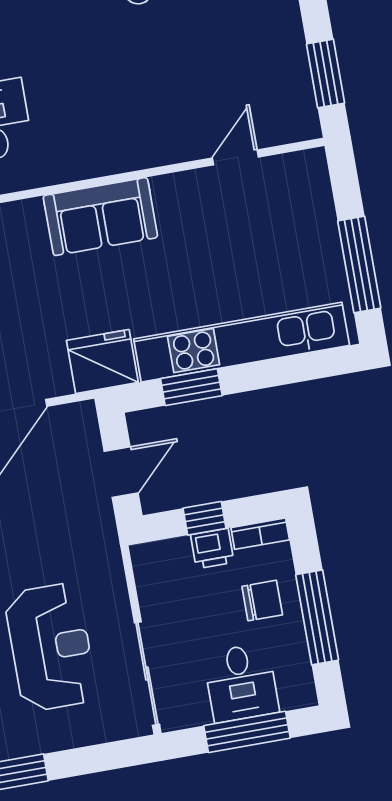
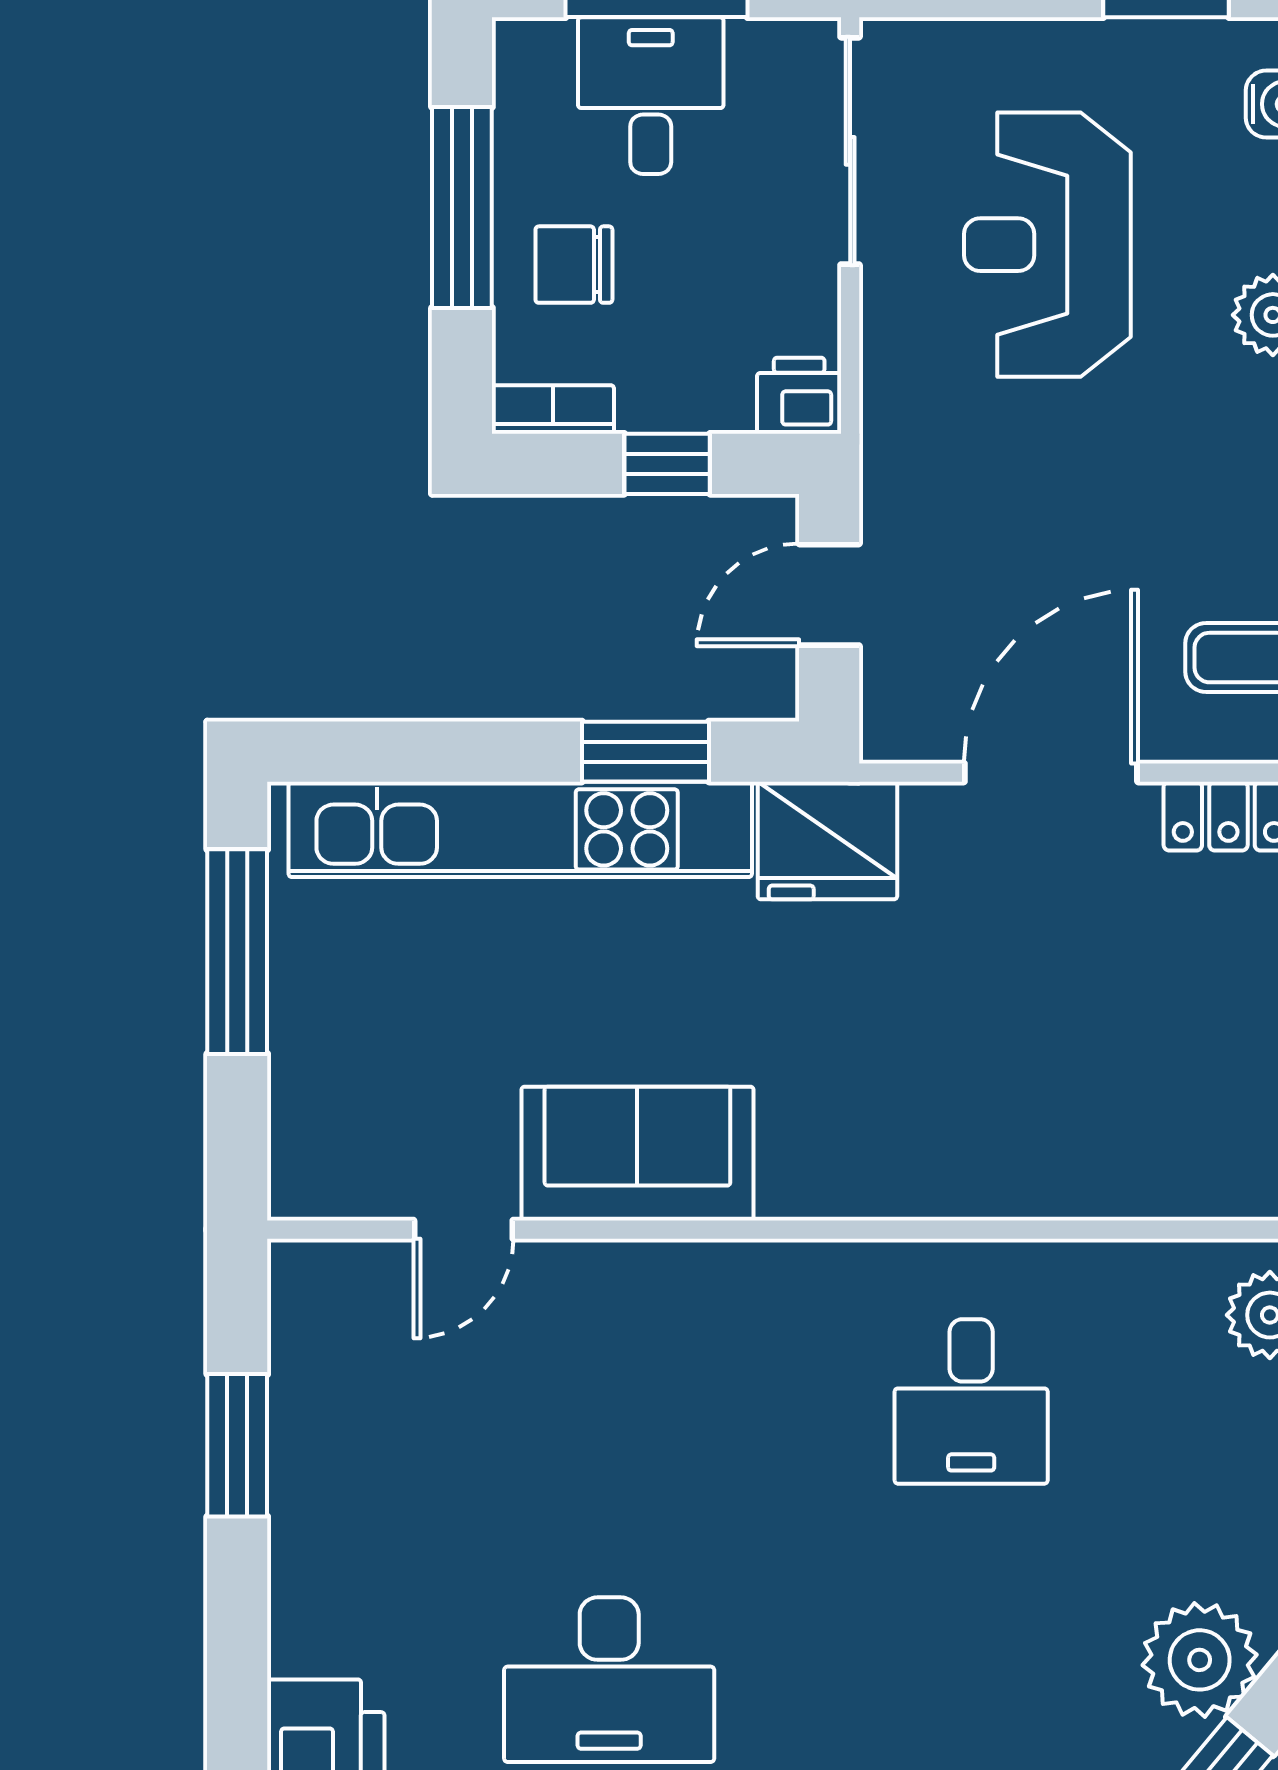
window: (326, 73) -> (237, 1445), moved
sofa: (100, 217) -> (637, 1154), moved
printer: (212, 549) -> (799, 396), moved

